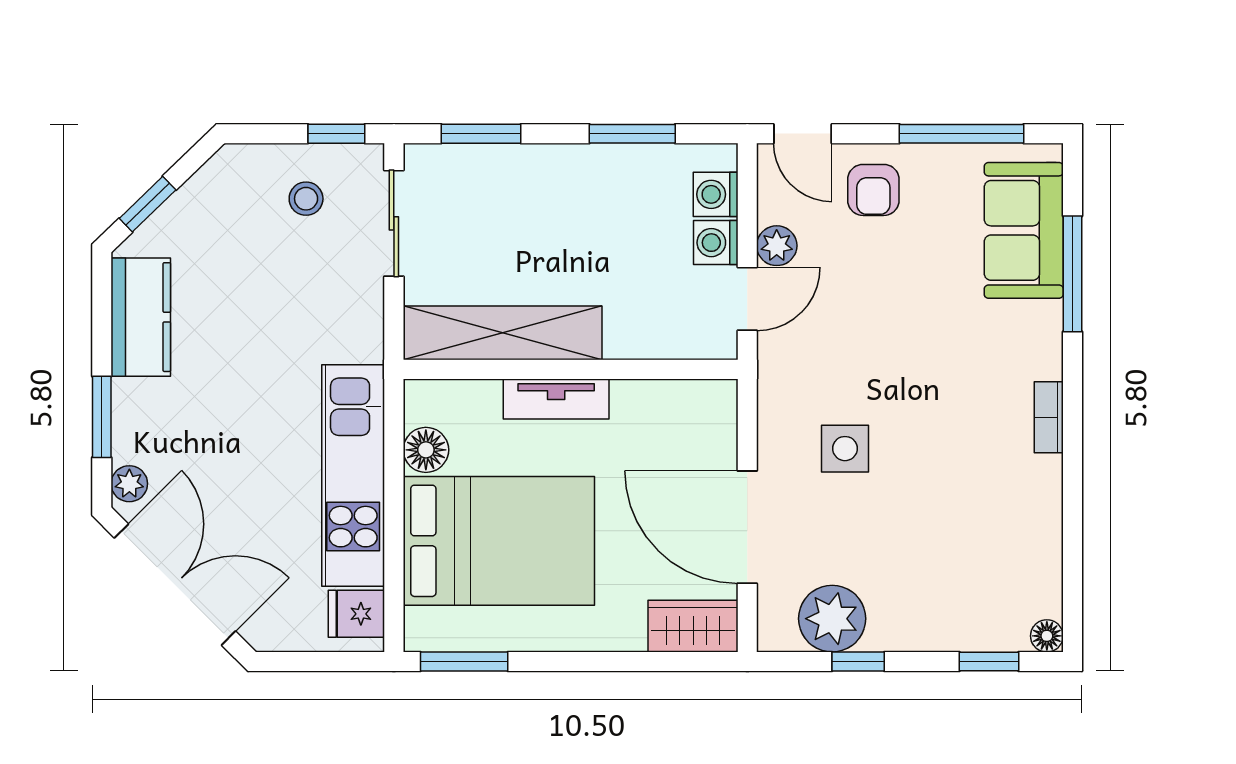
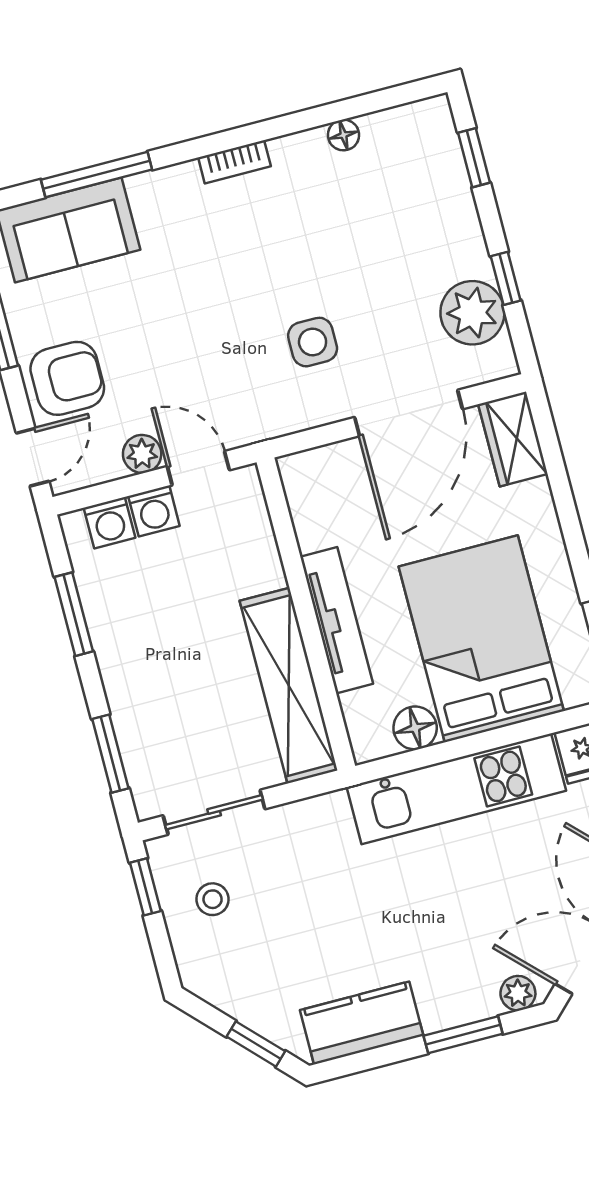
armchair: (873, 190) -> (67, 378), width x1.38, depth x1.38
tv unit: (556, 399) -> (337, 620), width x1.41
floor lamp: (1047, 636) -> (344, 135), moved

